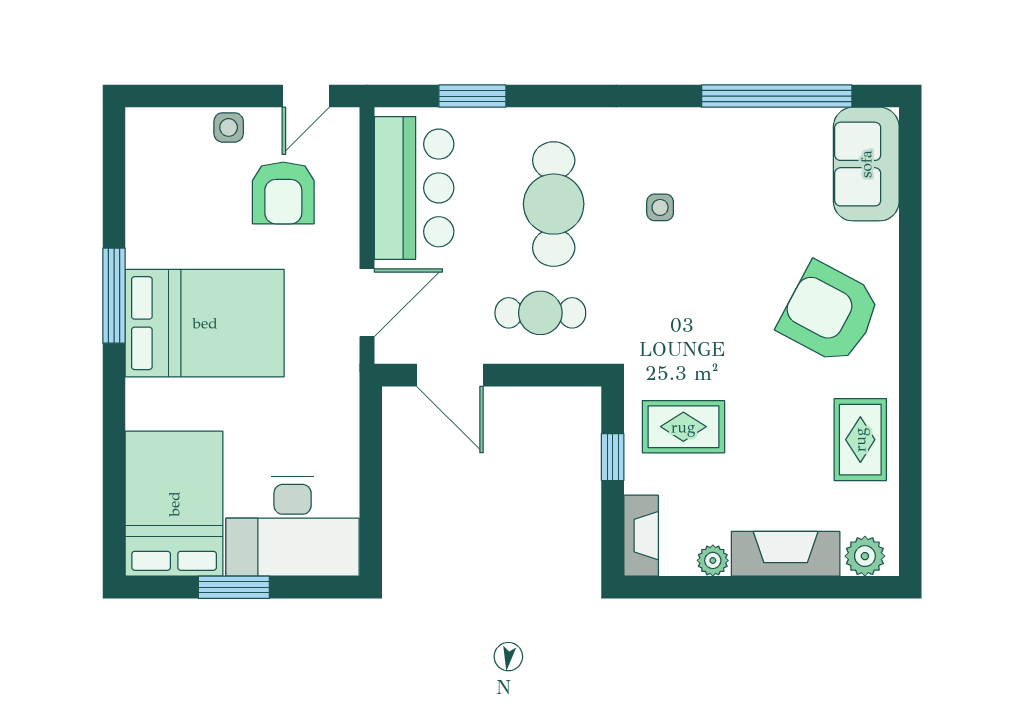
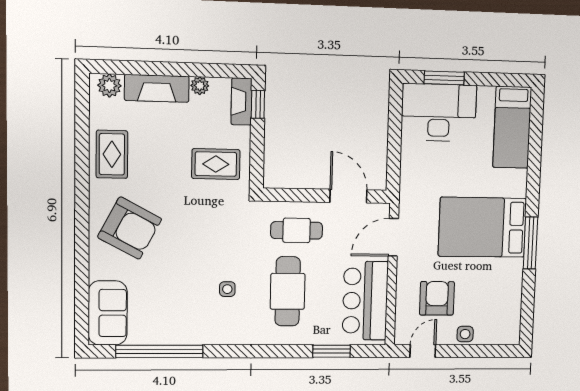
window: (613, 457) -> (258, 104), moved
bed: (174, 504) -> (512, 127), width x0.67
window: (234, 587) -> (444, 78), moved

